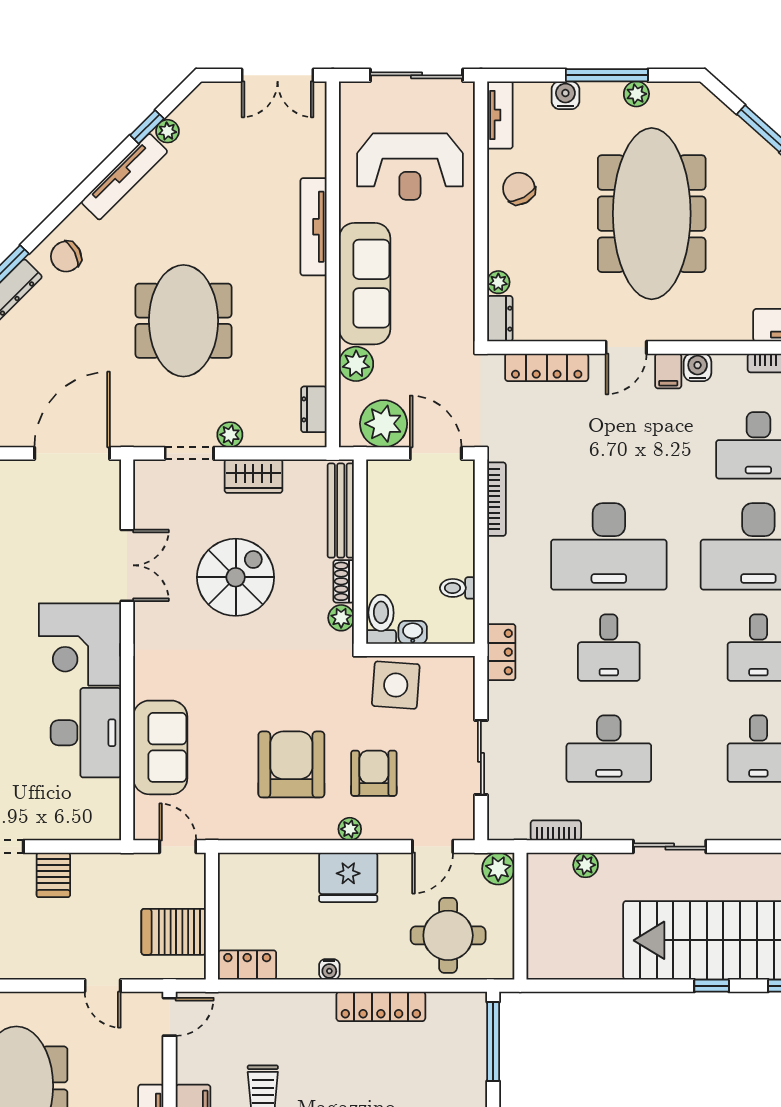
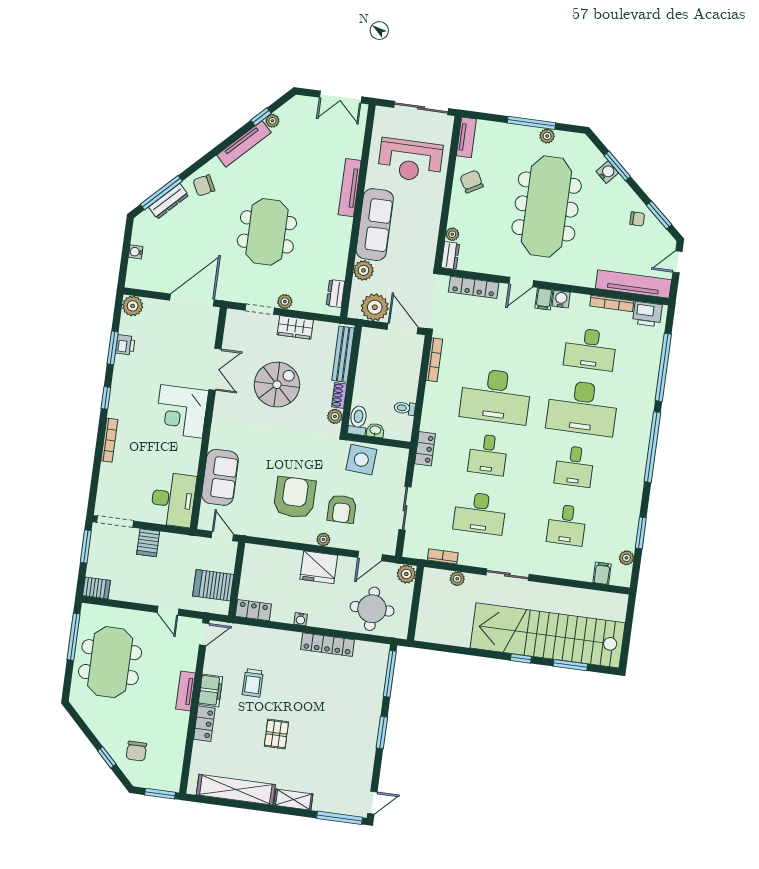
water cooler: (565, 95) -> (607, 172), moved, turned 42
desk: (86, 733) -> (173, 499), moved
armchair: (374, 773) -> (342, 509), turned 180

